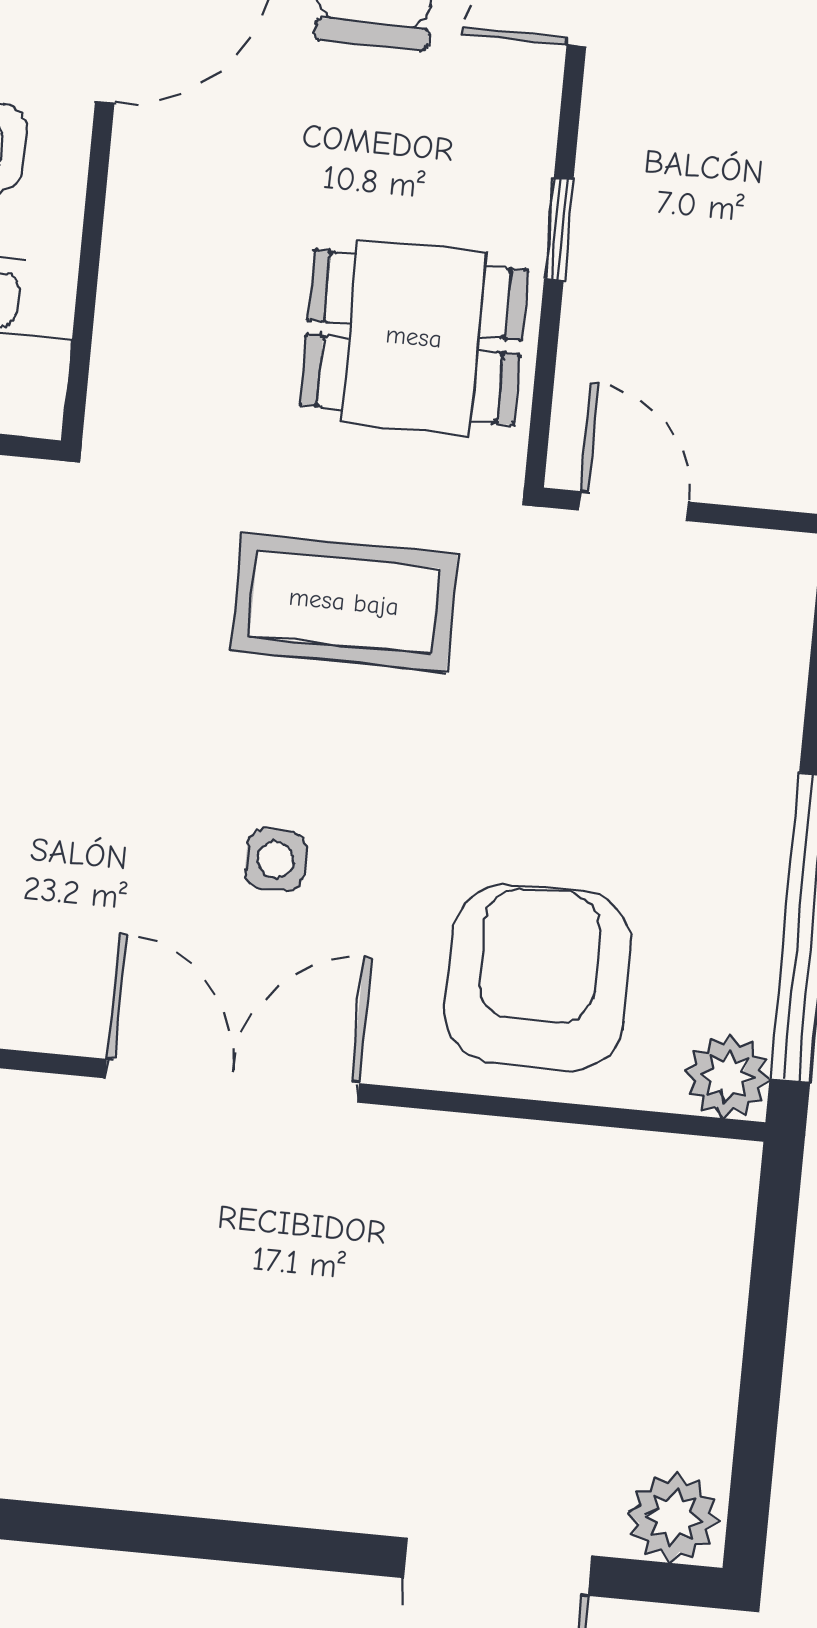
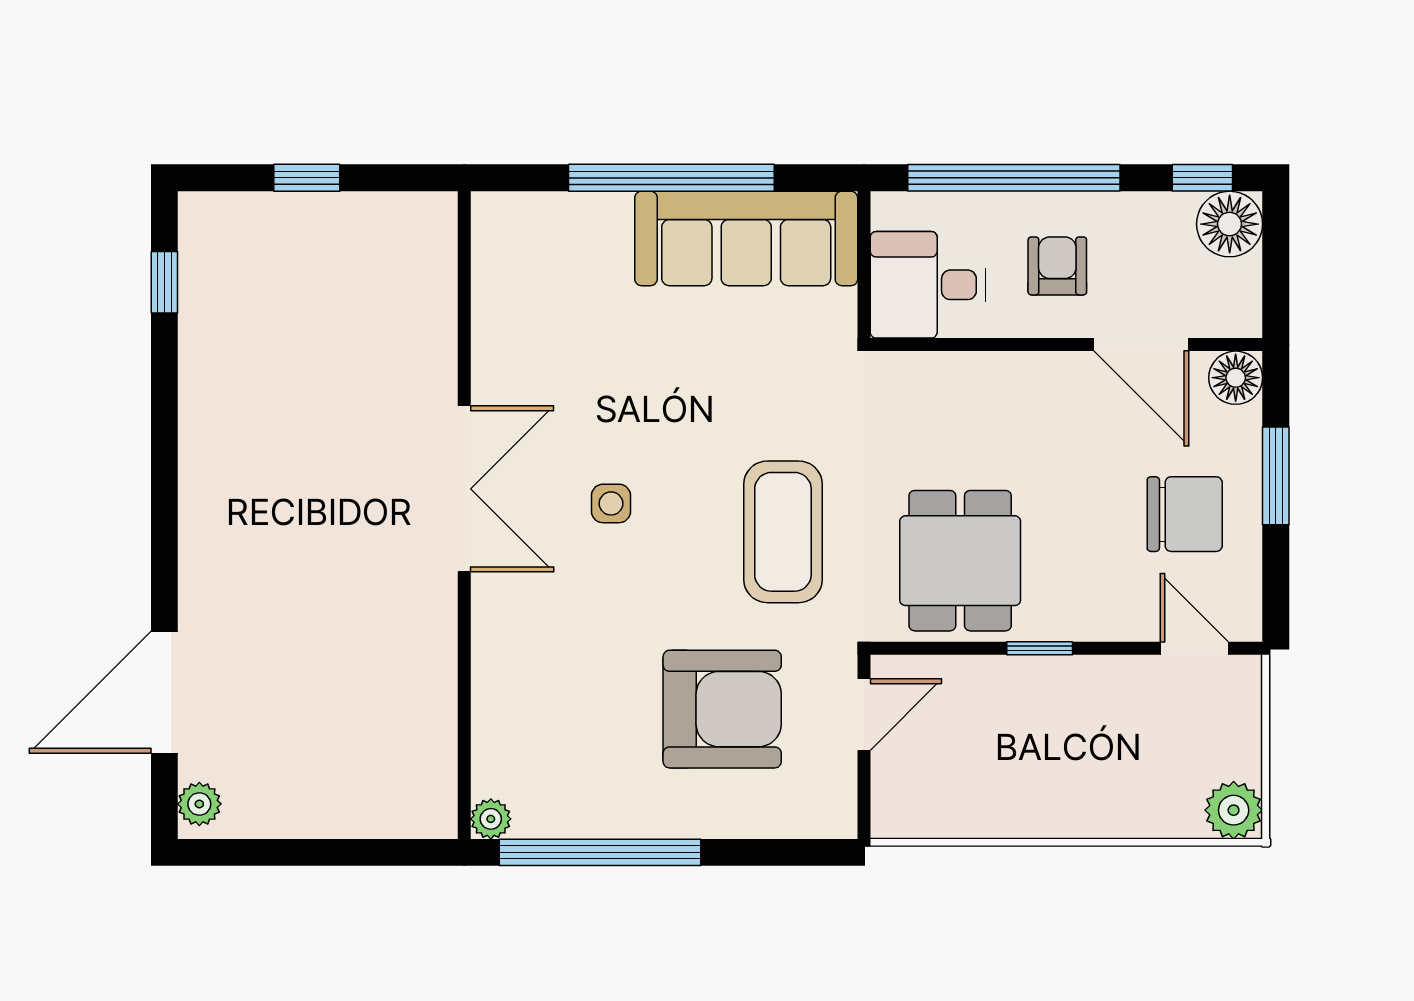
armchair: (538, 977) -> (722, 709), moved
plant: (728, 1076) -> (491, 819), width x0.73, depth x0.73
plant: (674, 1518) -> (199, 804), width x0.73, depth x0.73

